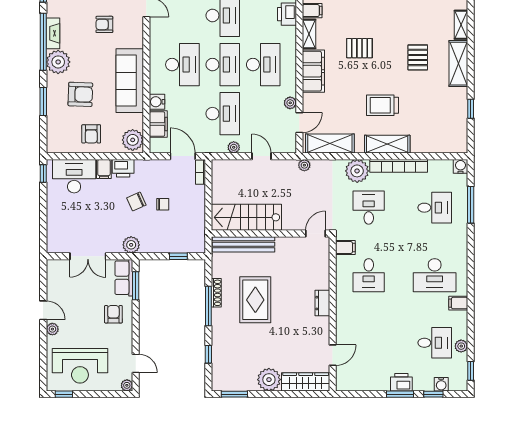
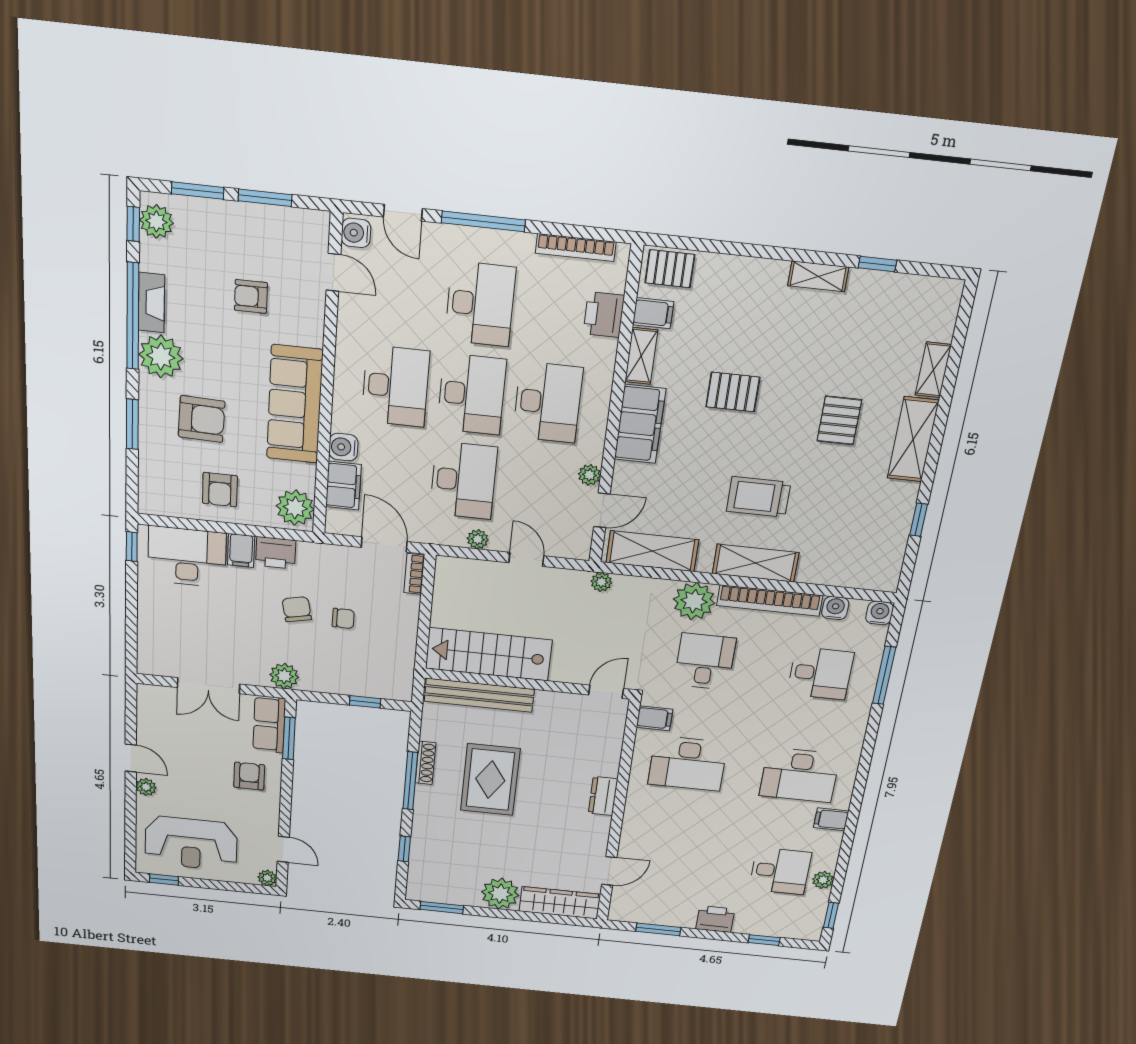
chair: (136, 201) -> (297, 609), turned 102
desk: (369, 275) -> (688, 764), width x1.37
water cooler: (441, 384) -> (835, 608), moved, turned 180
window: (400, 394) -> (658, 929), moved

